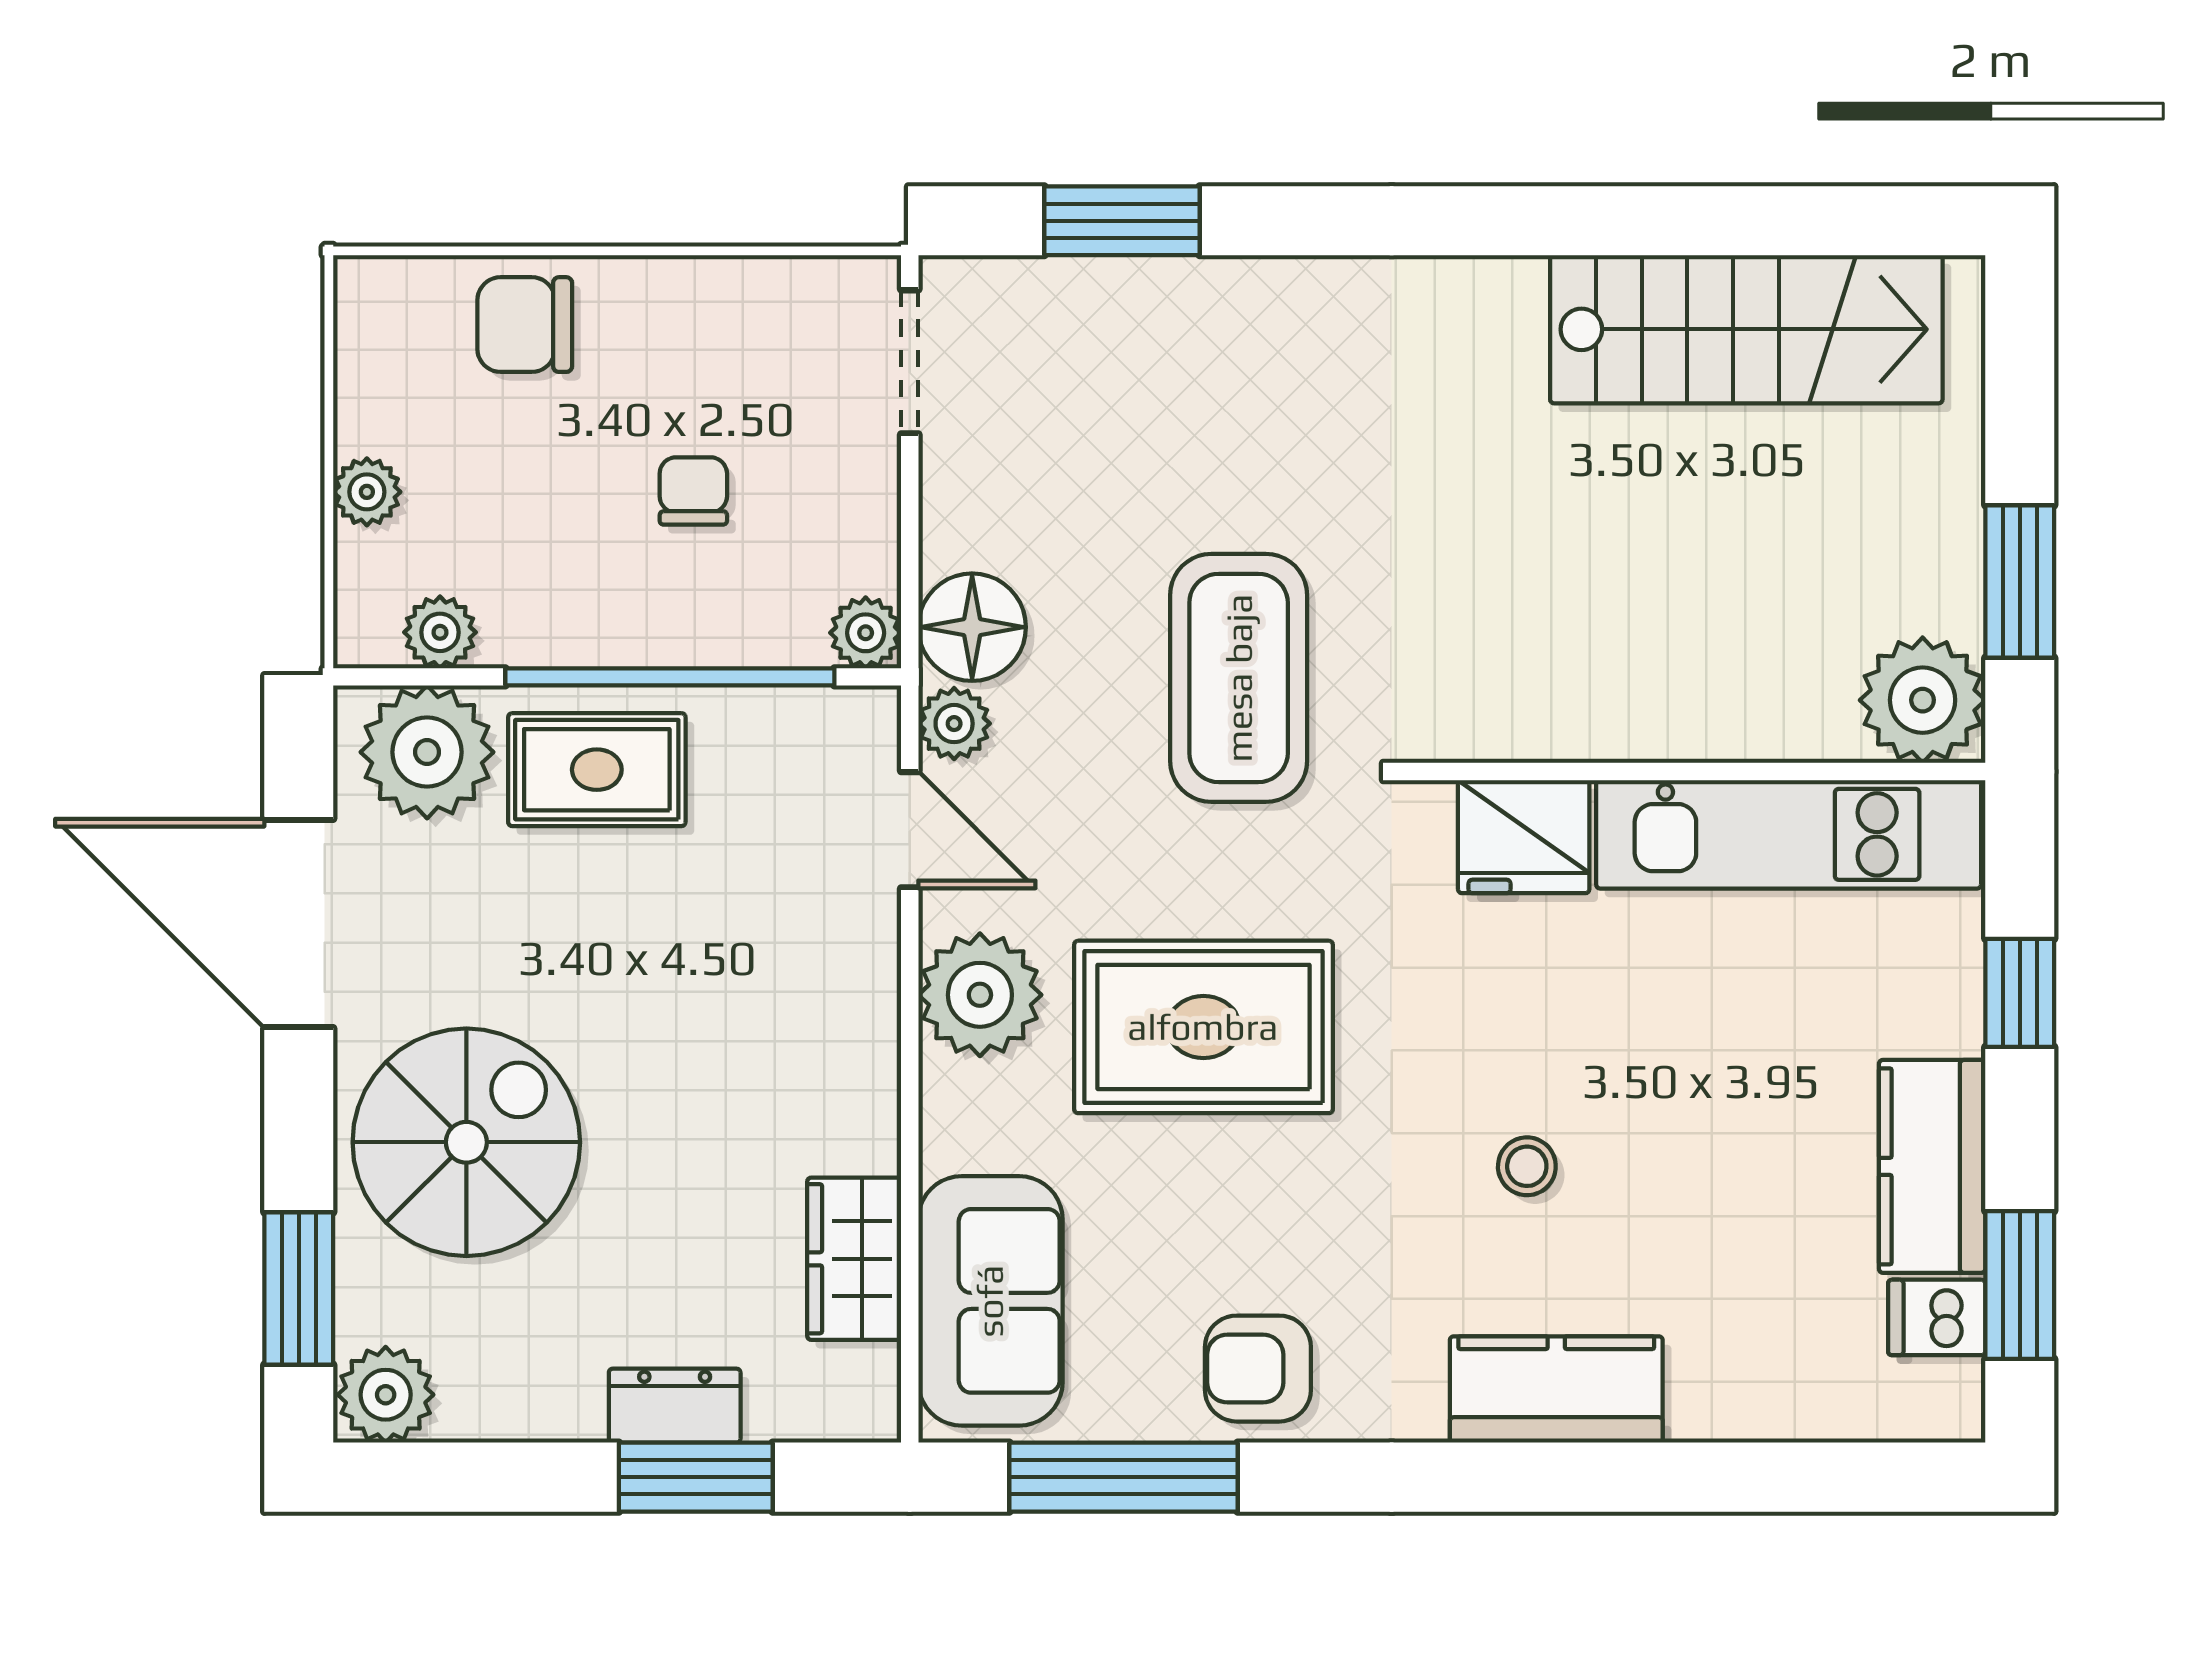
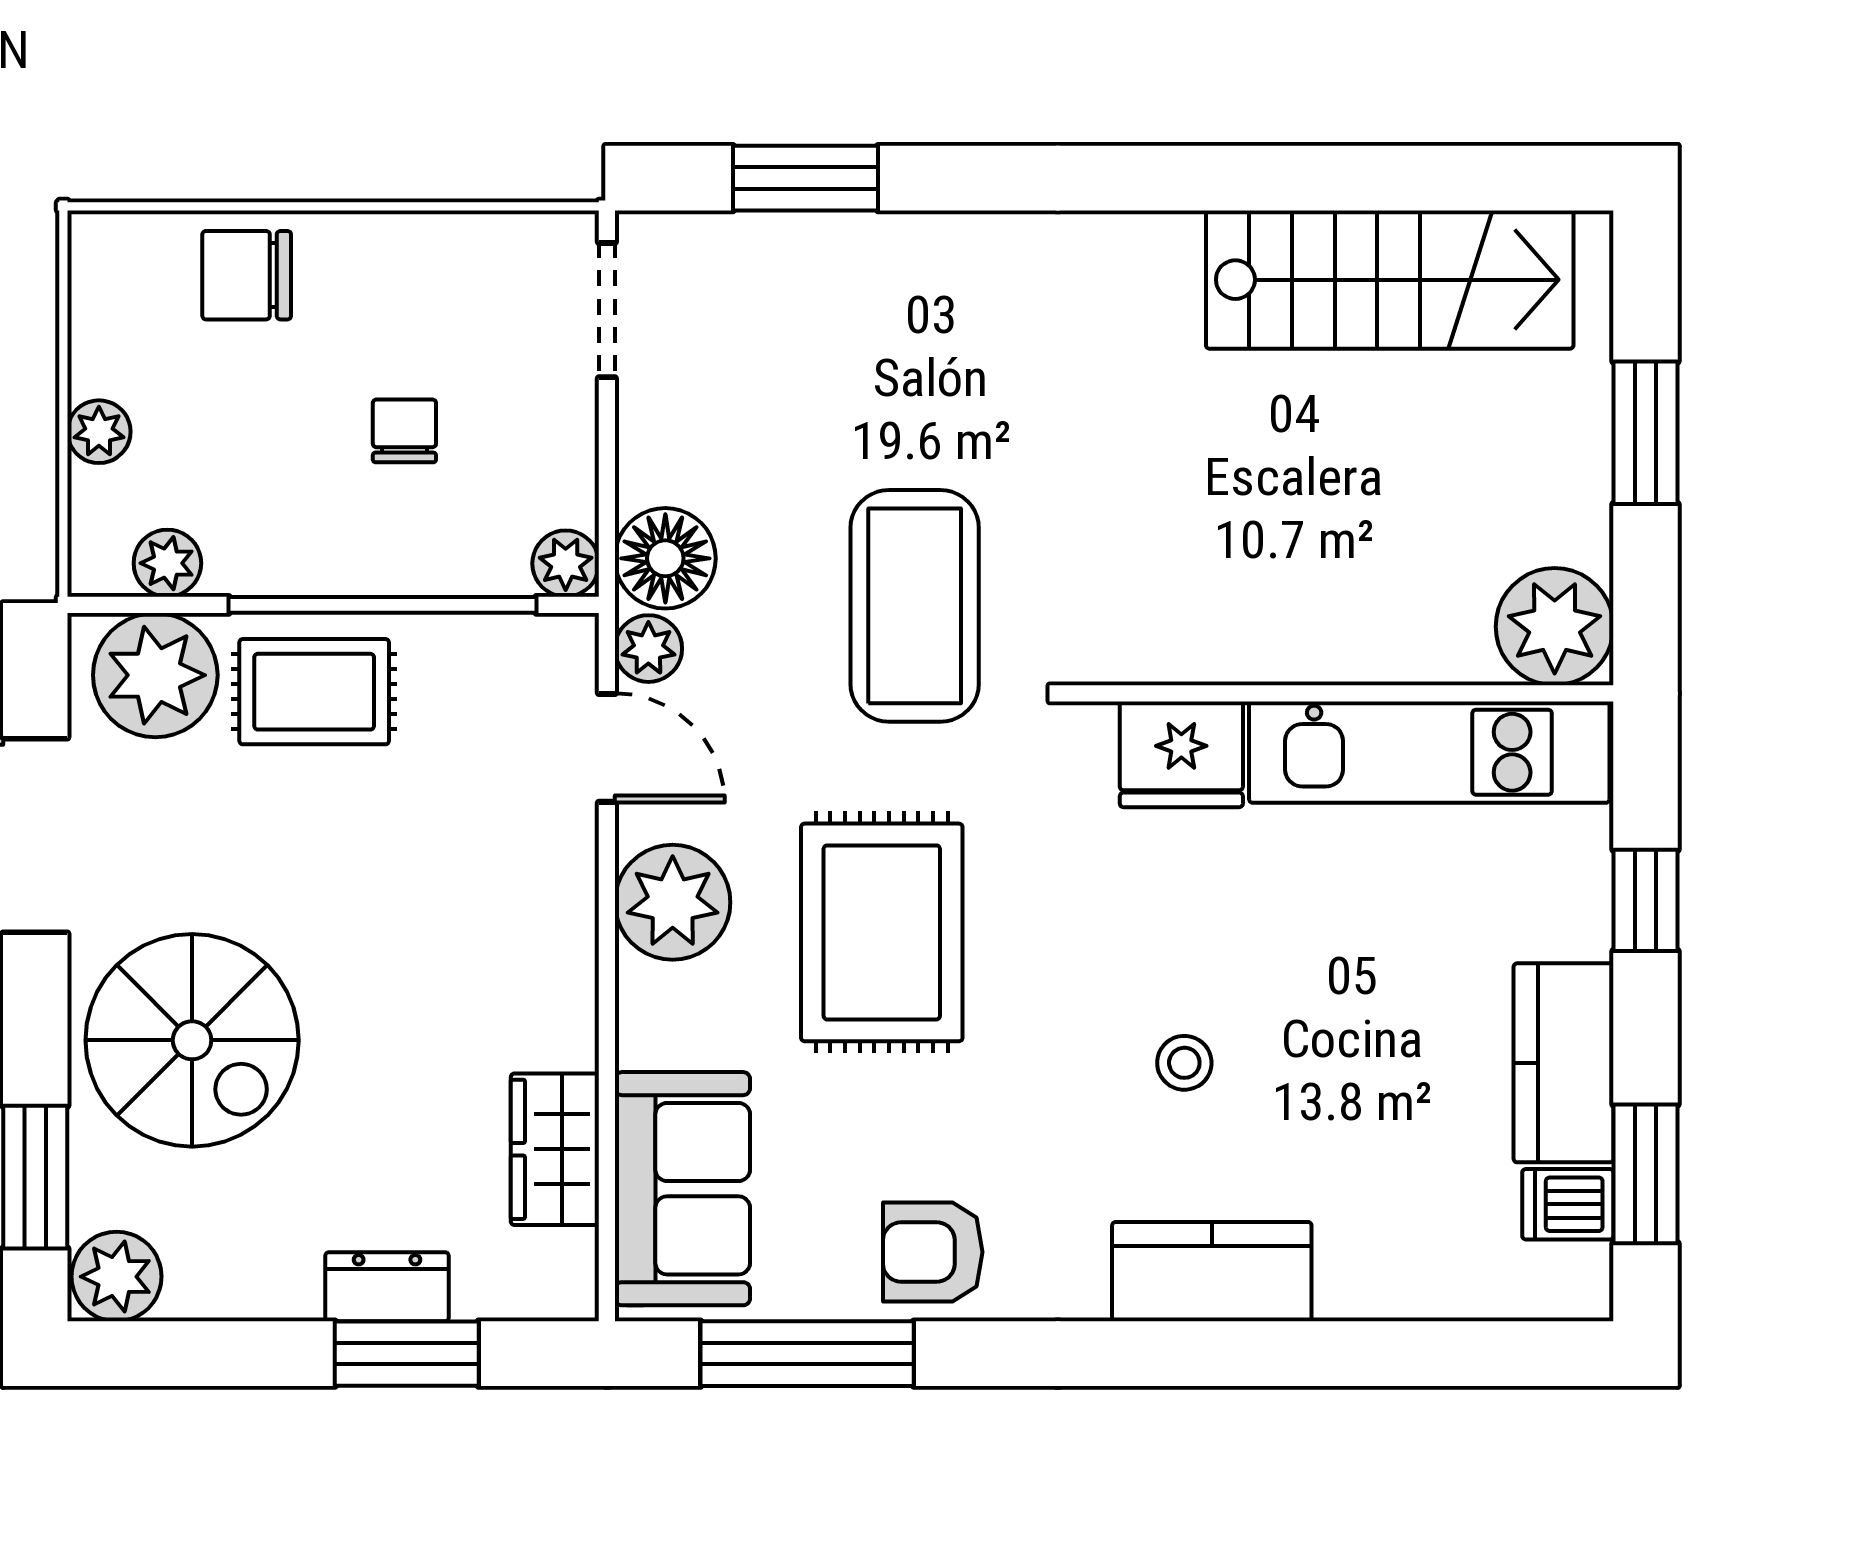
window: (2020, 581) -> (1646, 433), moved
rug: (1203, 1027) -> (882, 932), turned 90
spiral stairs: (466, 1142) -> (192, 1040), turned 90

